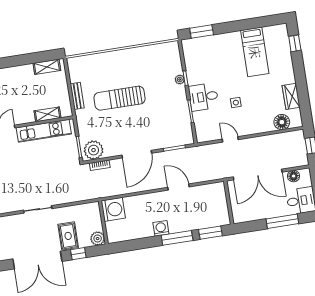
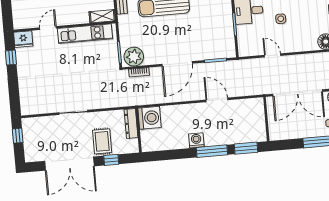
shelving: (48, 114) -> (102, 16), moved
dresser: (95, 216) -> (131, 123), added
plant: (98, 239) -> (132, 146), removed

